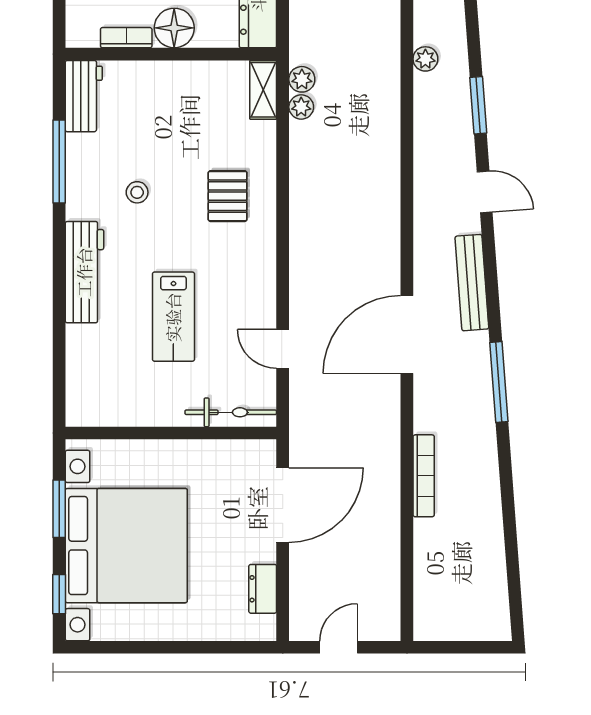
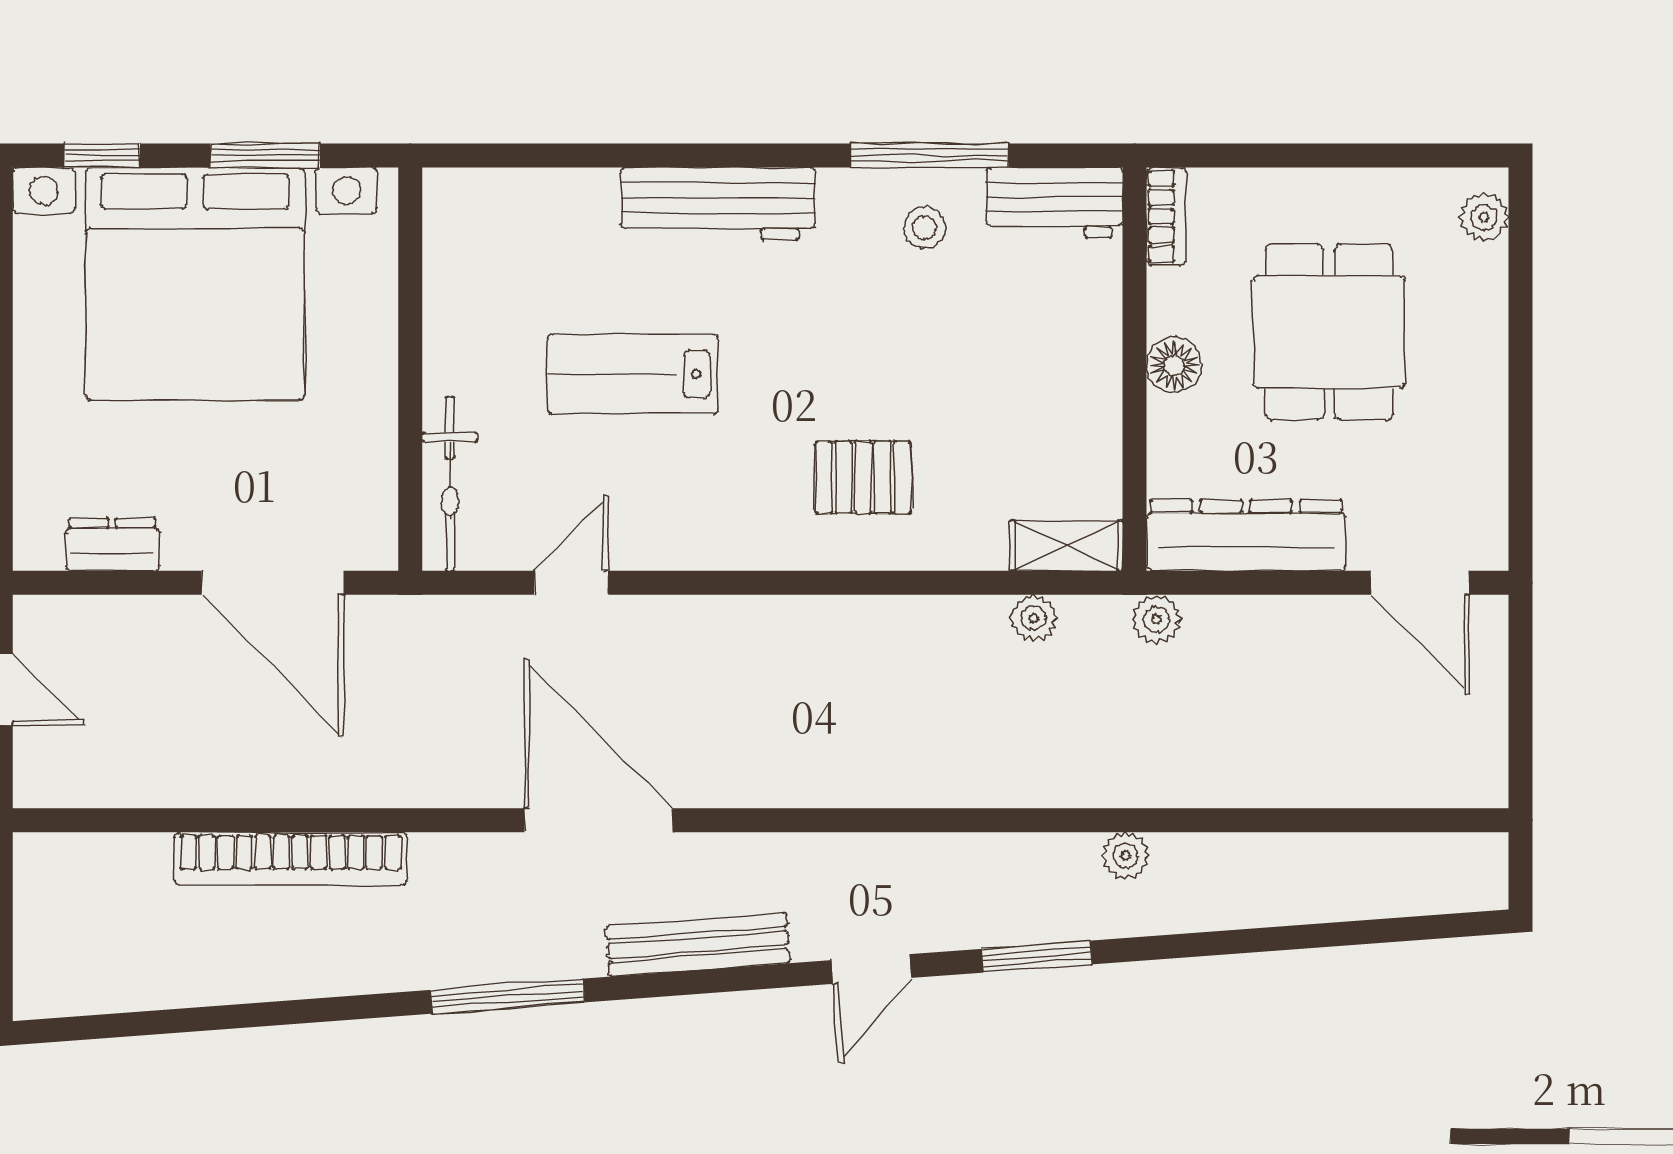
floor lamp: (174, 28) -> (1174, 365), width x0.73, depth x0.73
bookcase: (126, 38) -> (1166, 216), moved
plant: (302, 79) -> (1156, 619), moved
stool: (137, 192) -> (924, 227), moved
bookcase: (424, 476) -> (291, 859), width x1.48, depth x1.31

